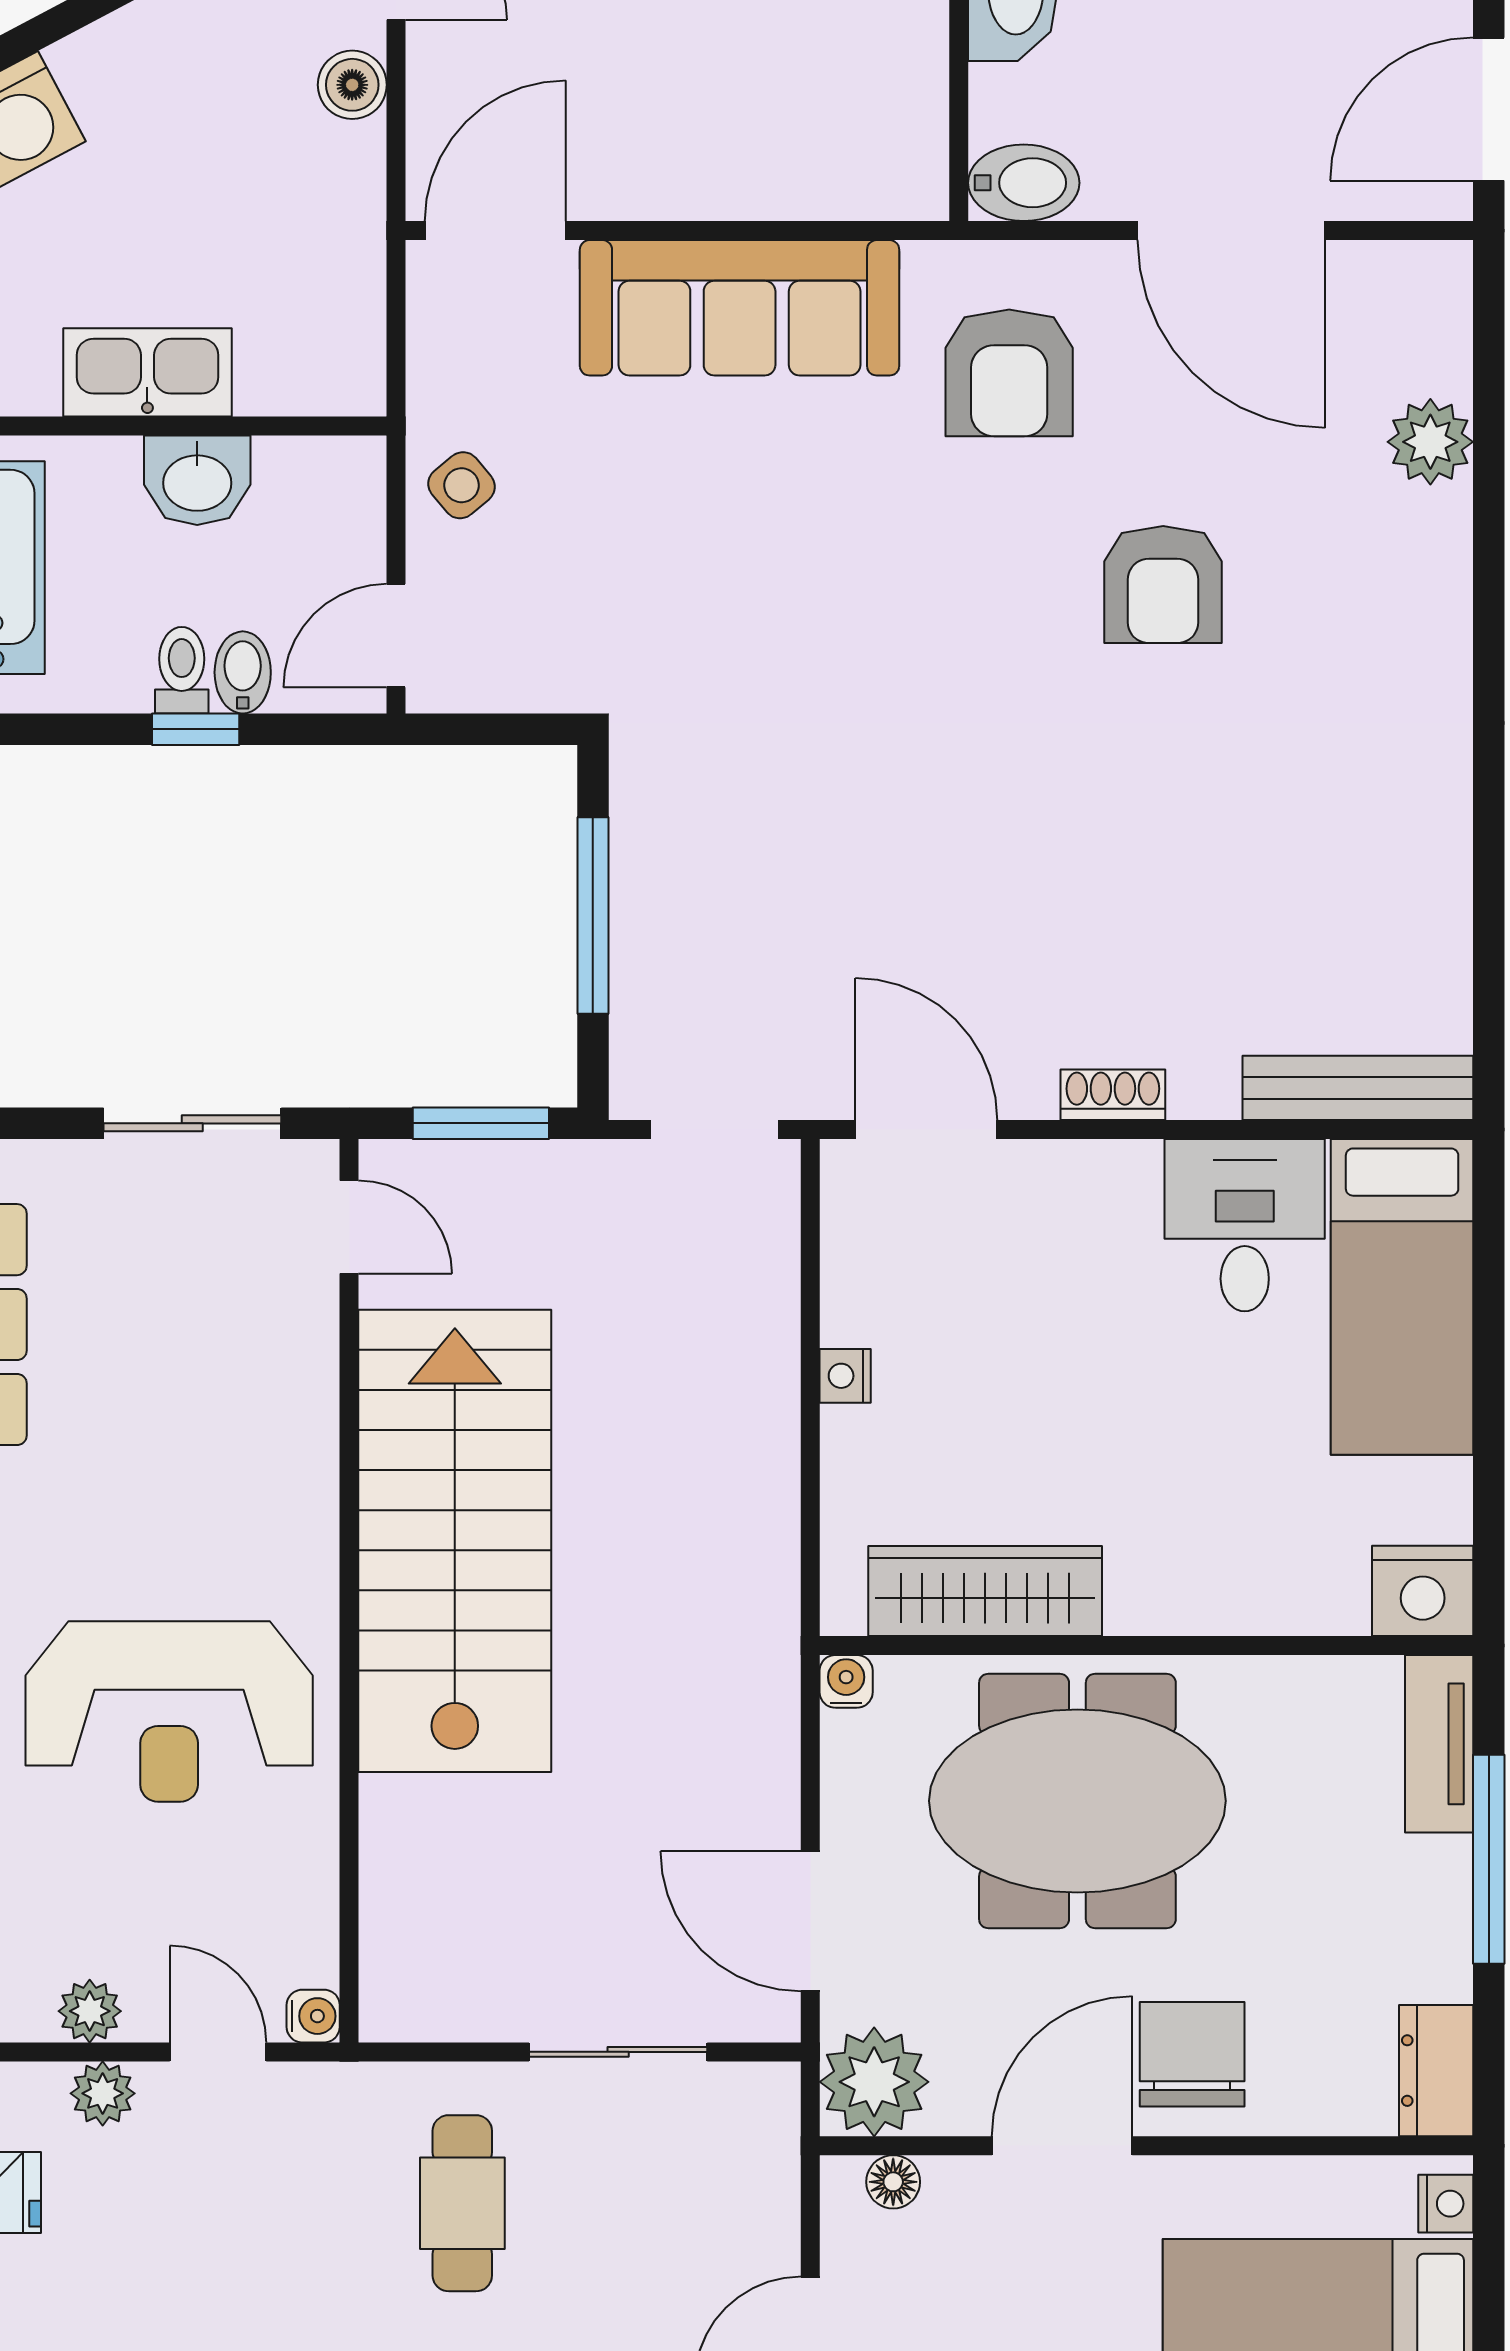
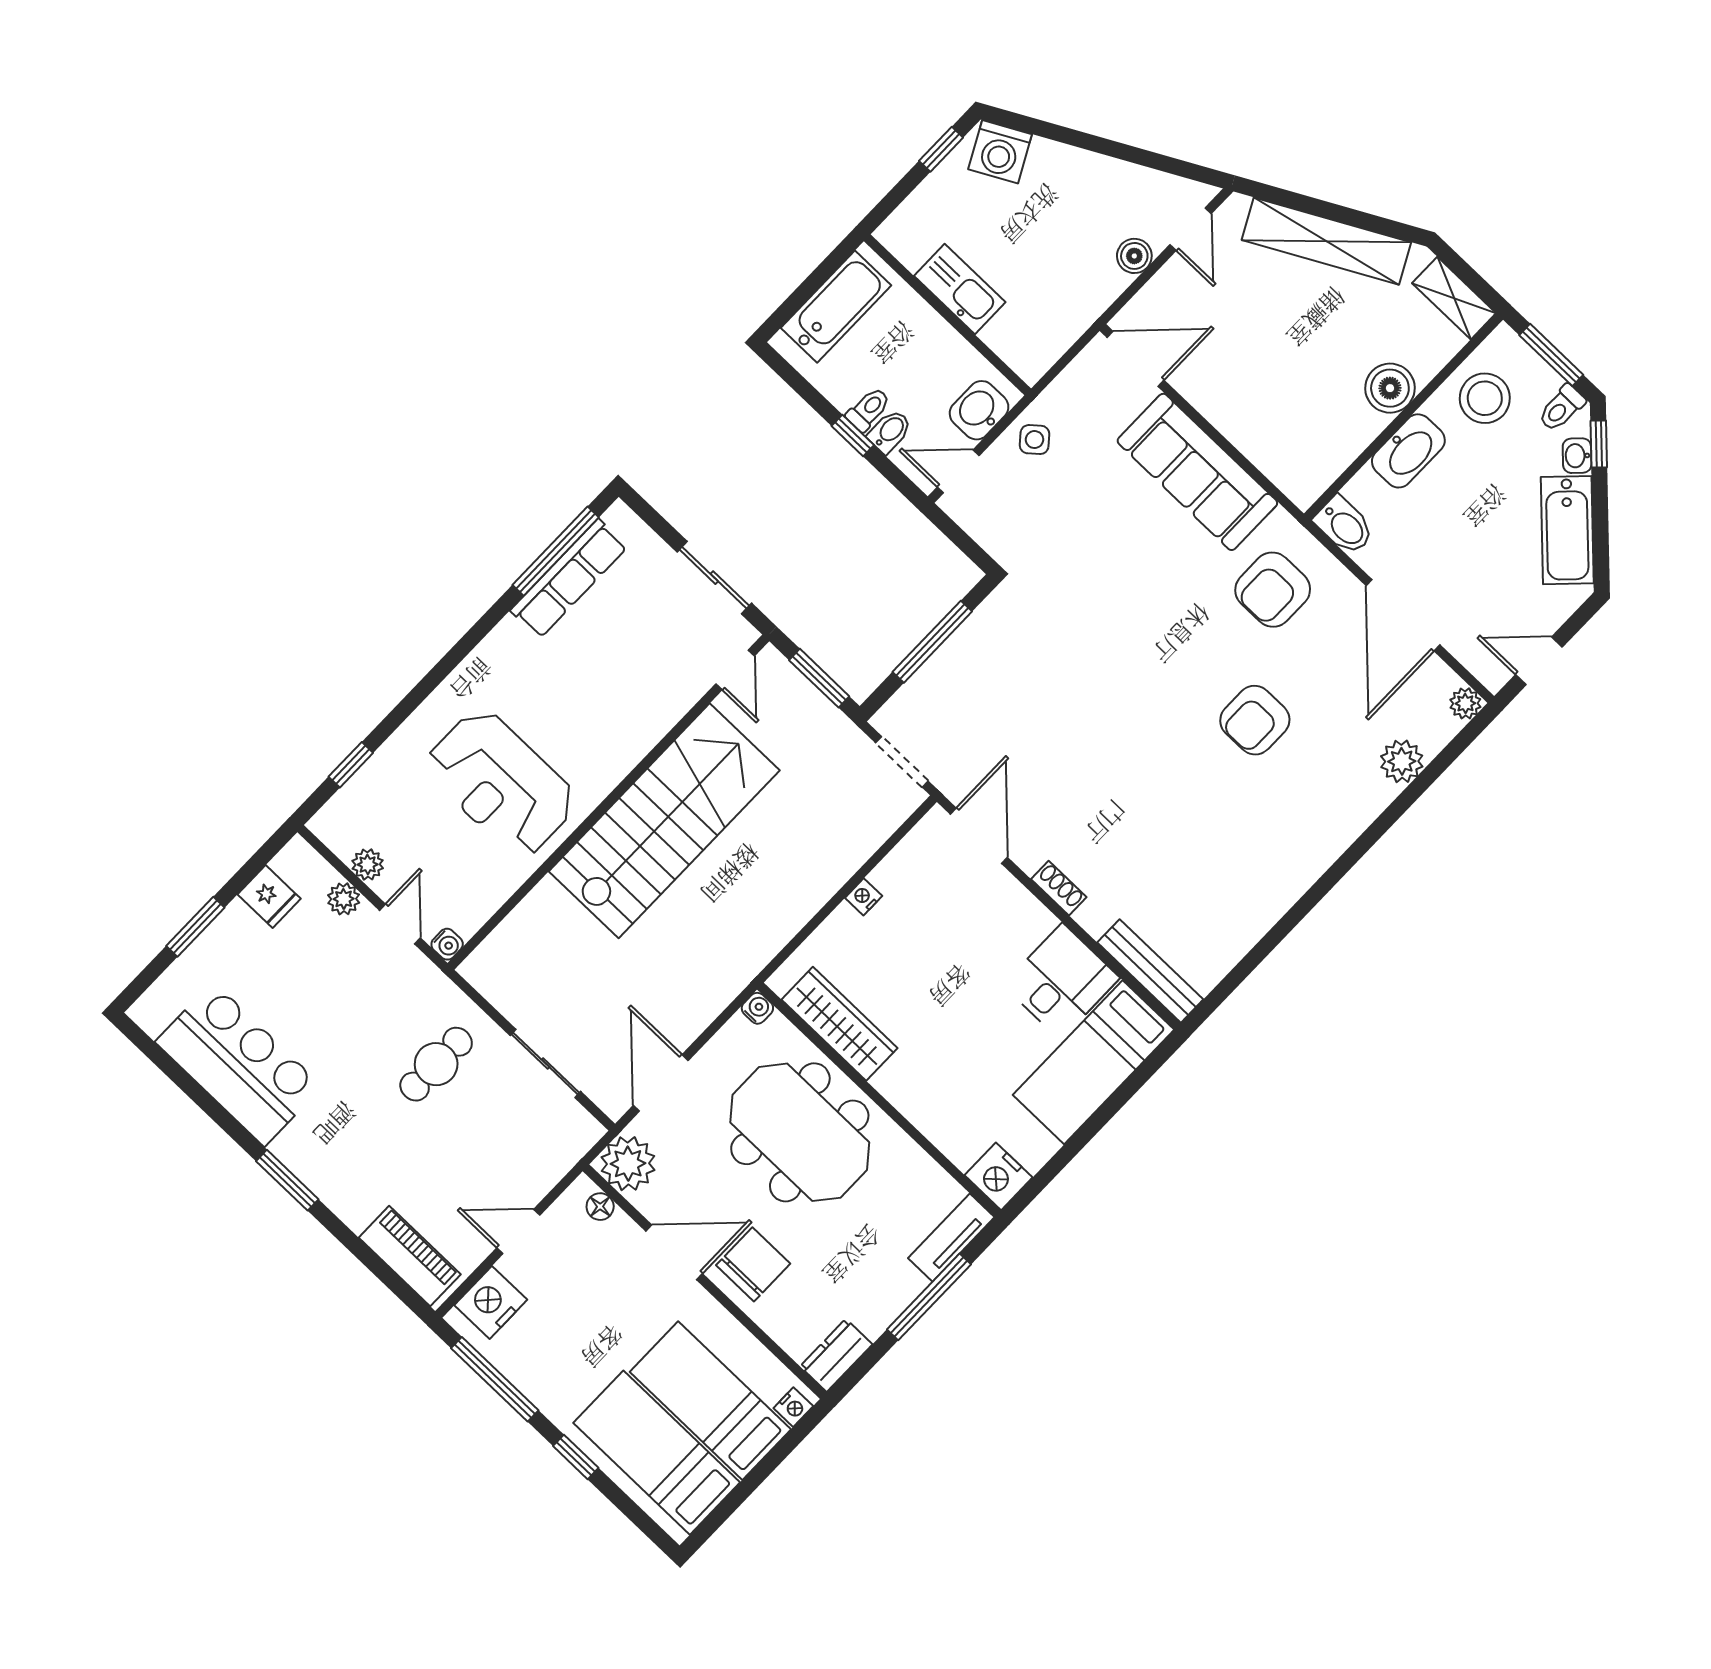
door: (1489, 109) -> (1539, 661), width x0.73
plant: (1442, 271) -> (1465, 703), added
washbasin: (197, 480) -> (979, 410), moved, turned 90

